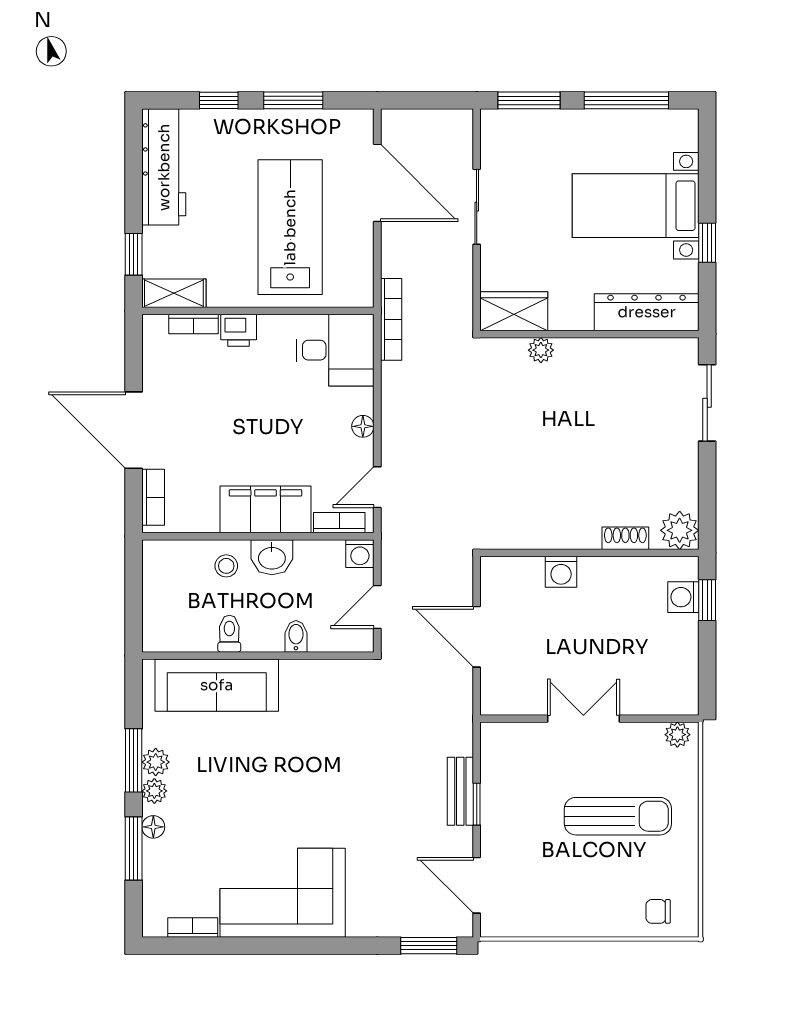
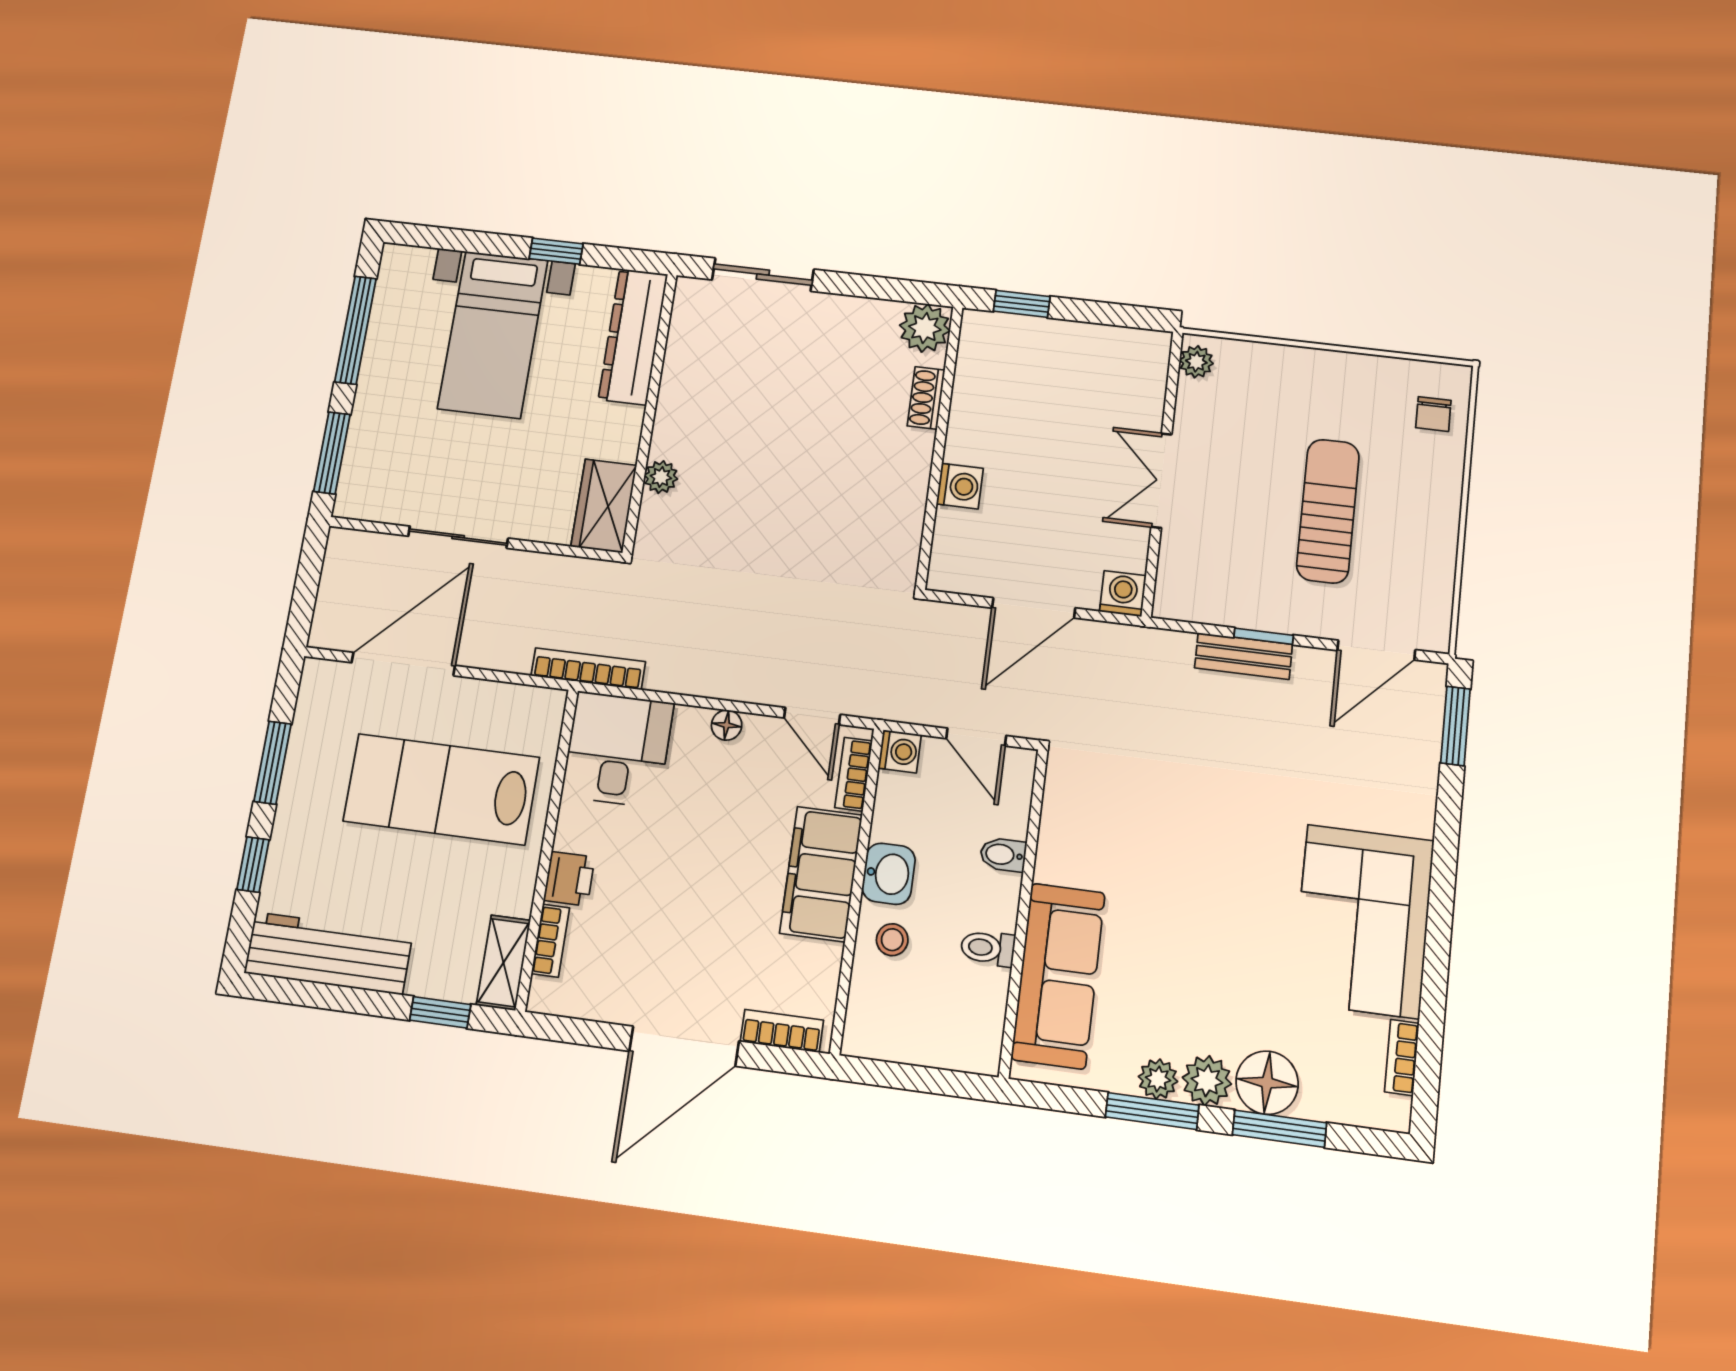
washing machine: (683, 597) -> (1123, 594), moved, turned 180
plant: (154, 791) -> (1207, 1081), width x1.38, depth x1.38
sun lounger: (618, 816) -> (1328, 511), moved
floor lamp: (153, 827) -> (1267, 1083), width x1.89, depth x1.89

